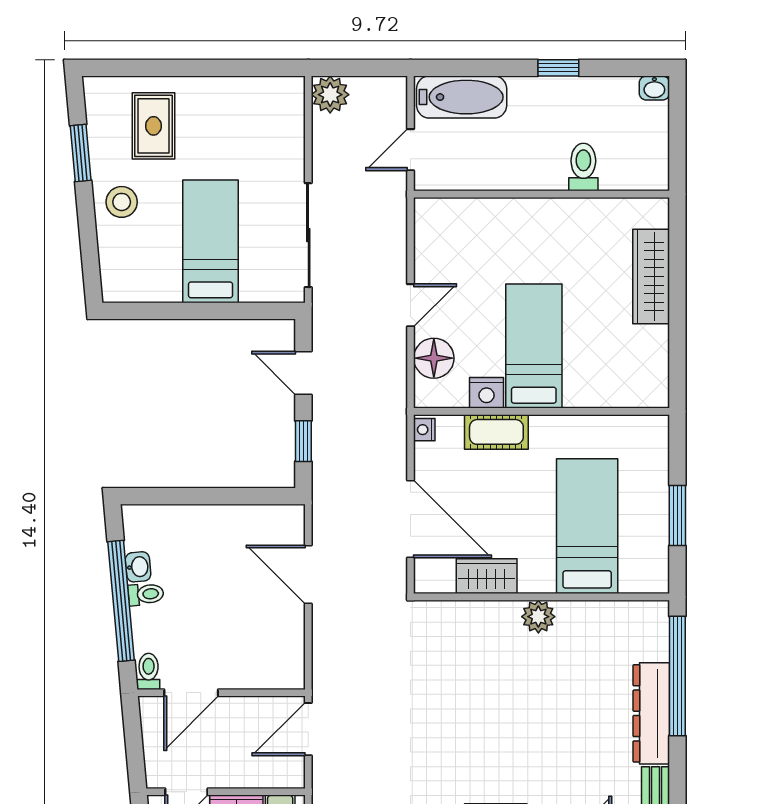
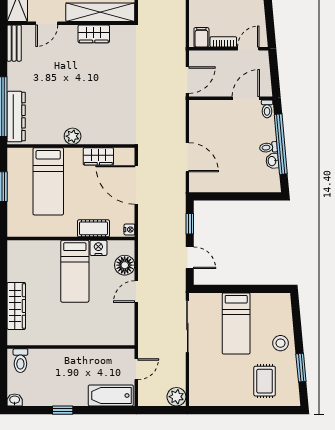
toilet: (583, 167) -> (20, 361), moved
dresser: (651, 713) -> (16, 117), moved

